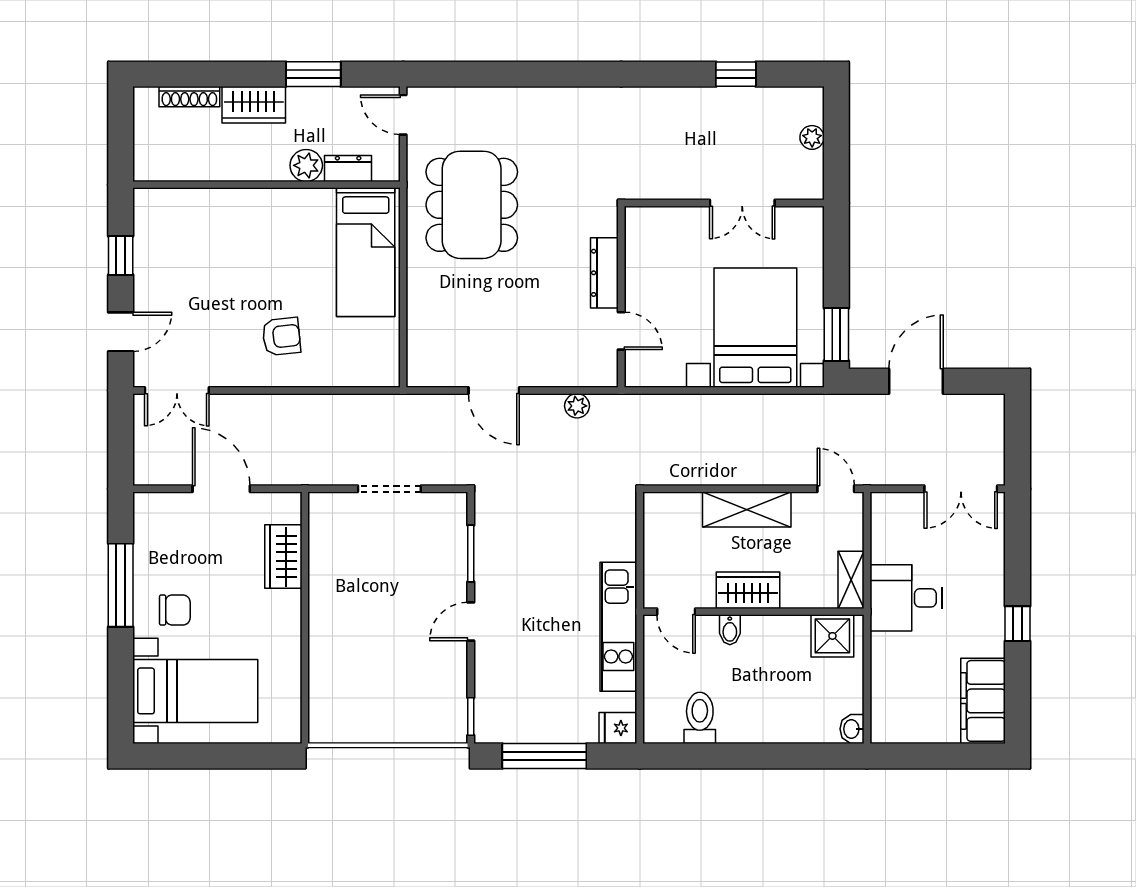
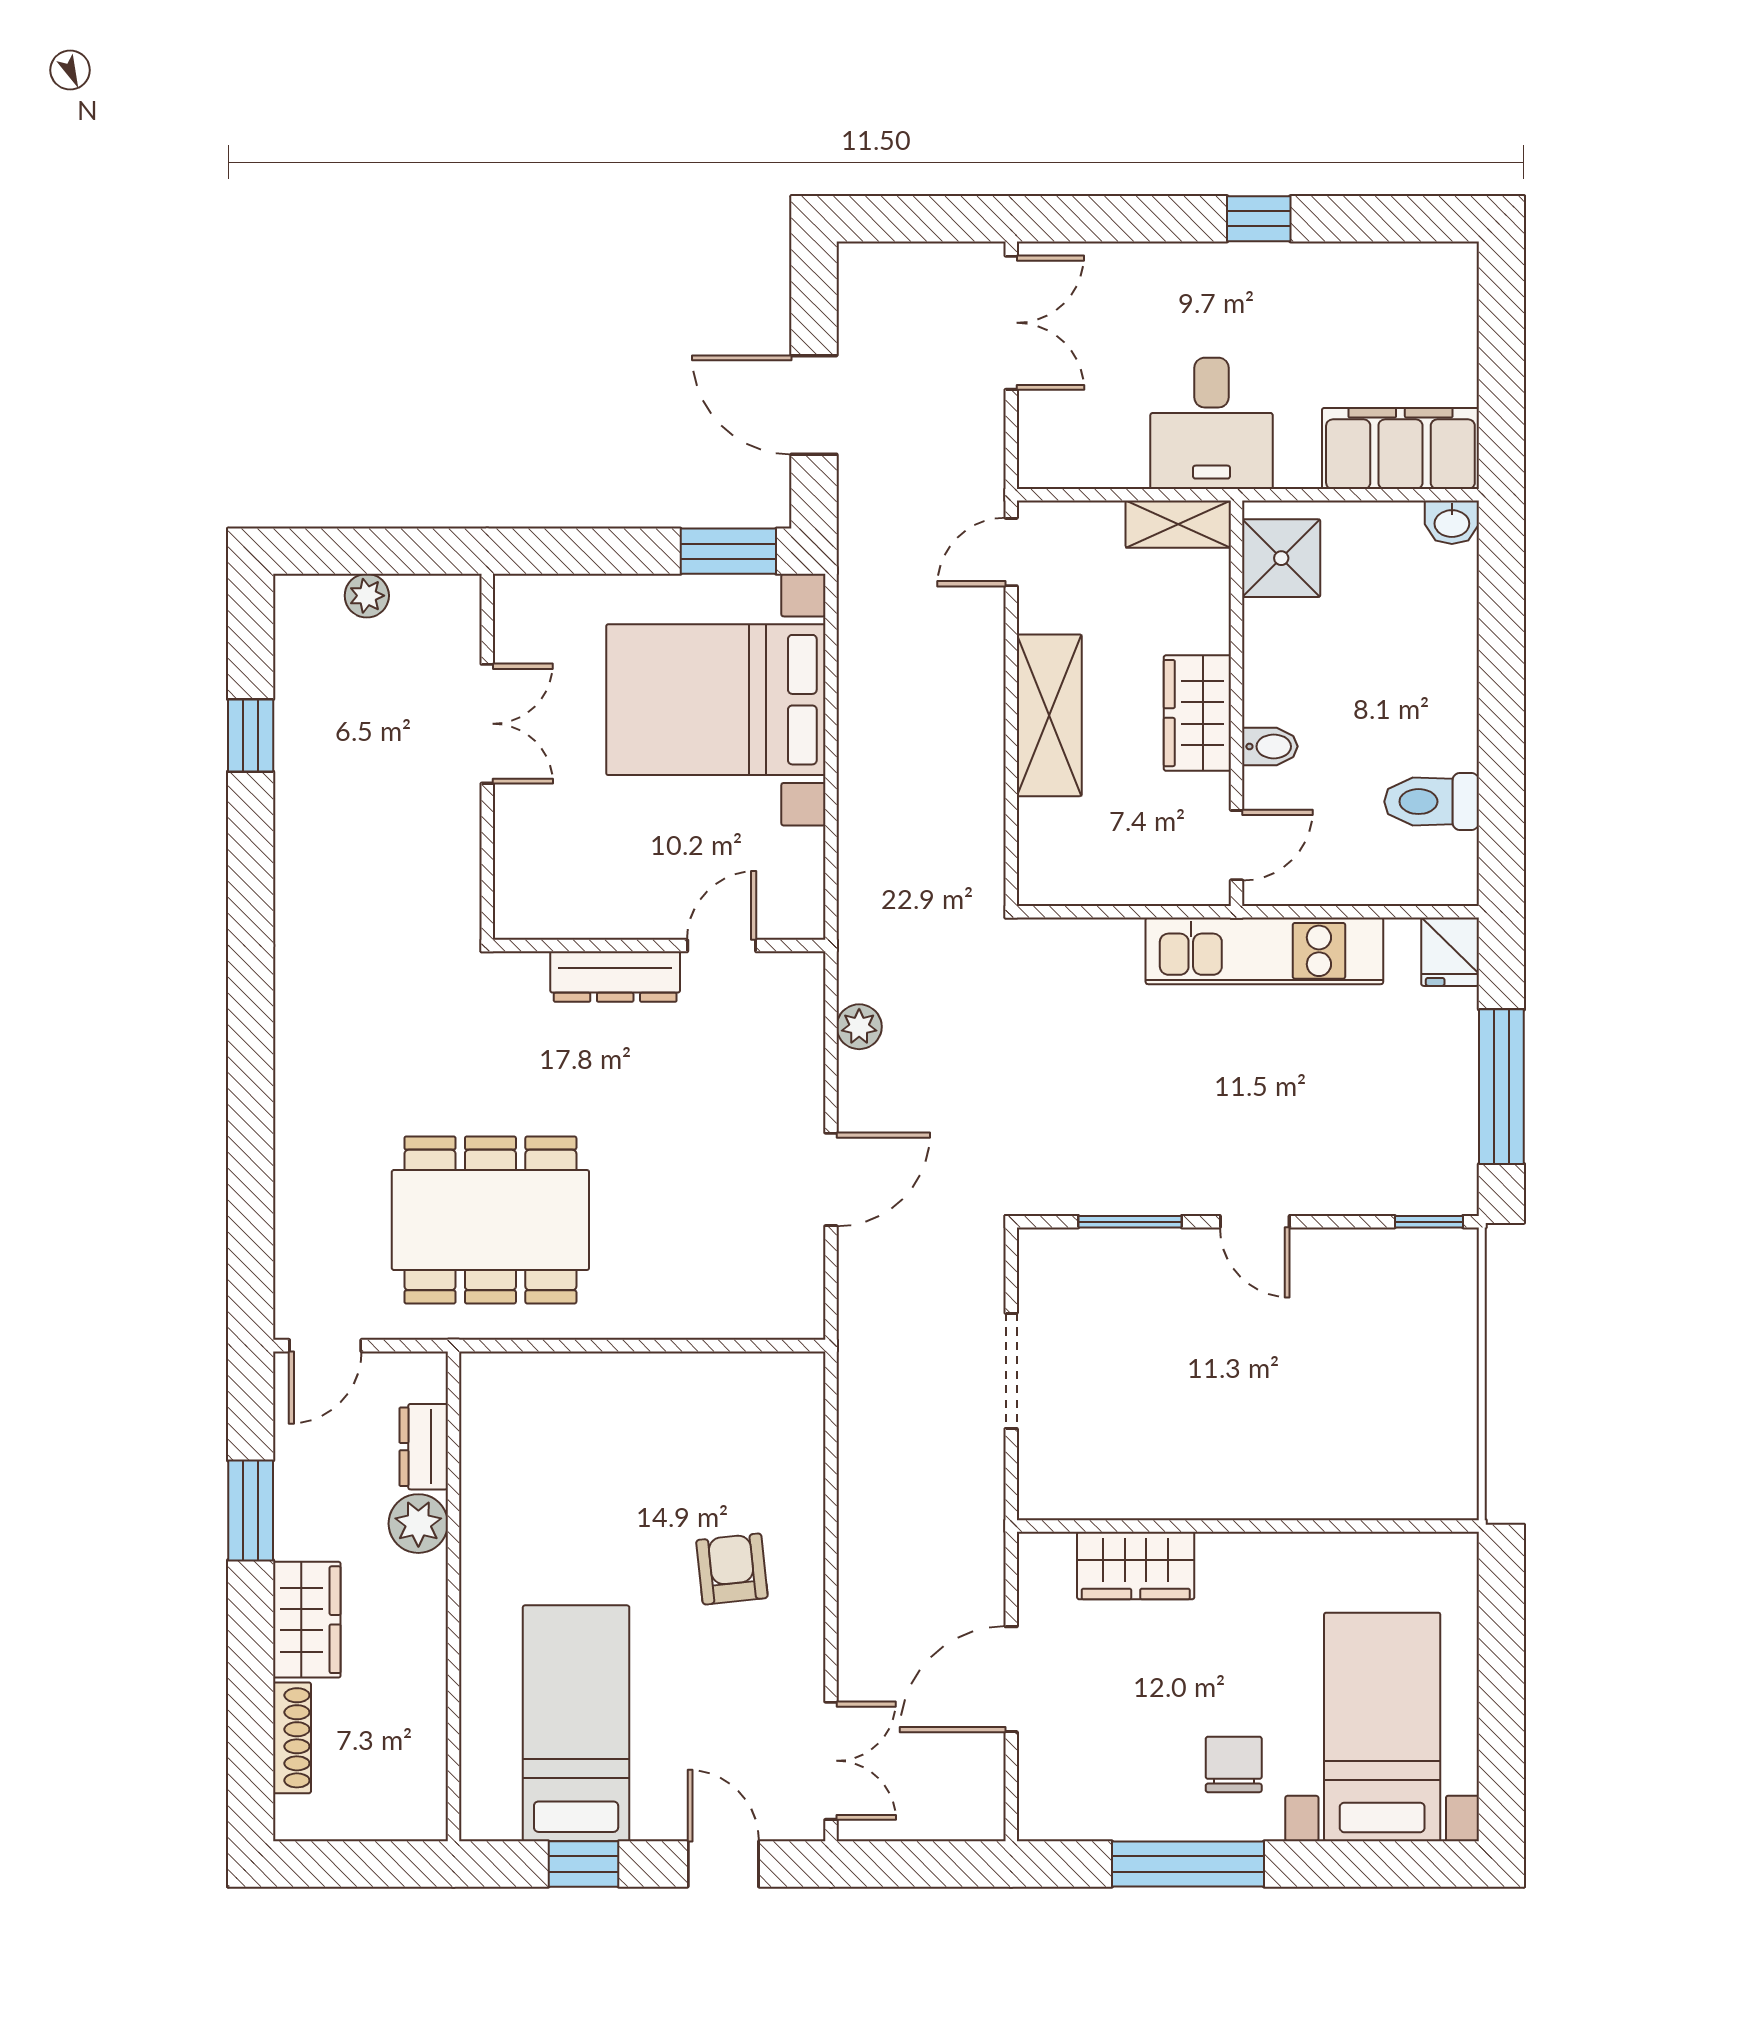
bed: (366, 252) -> (576, 1723), moved, turned -90
filing cabinet: (983, 701) -> (1400, 449), moved, turned 180

